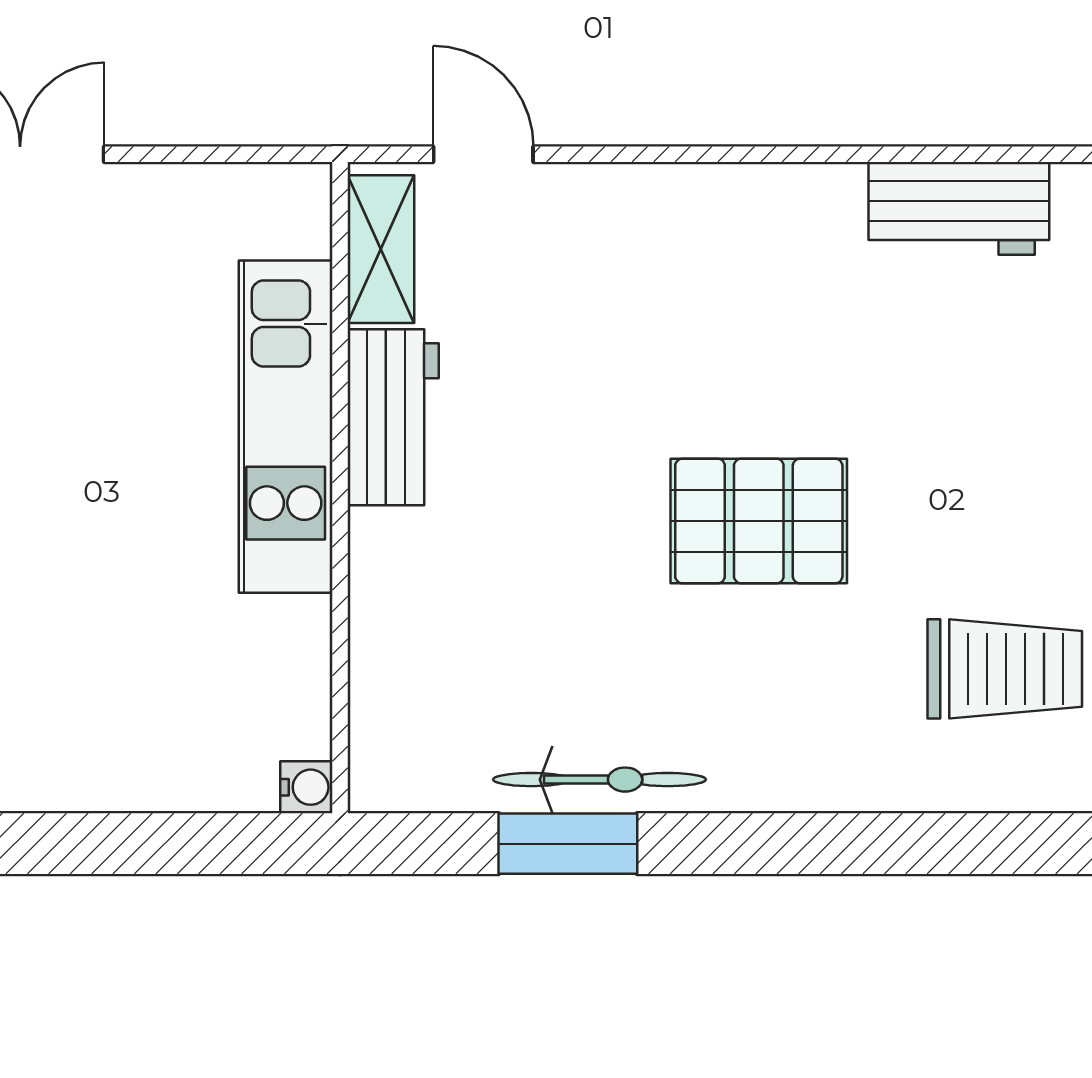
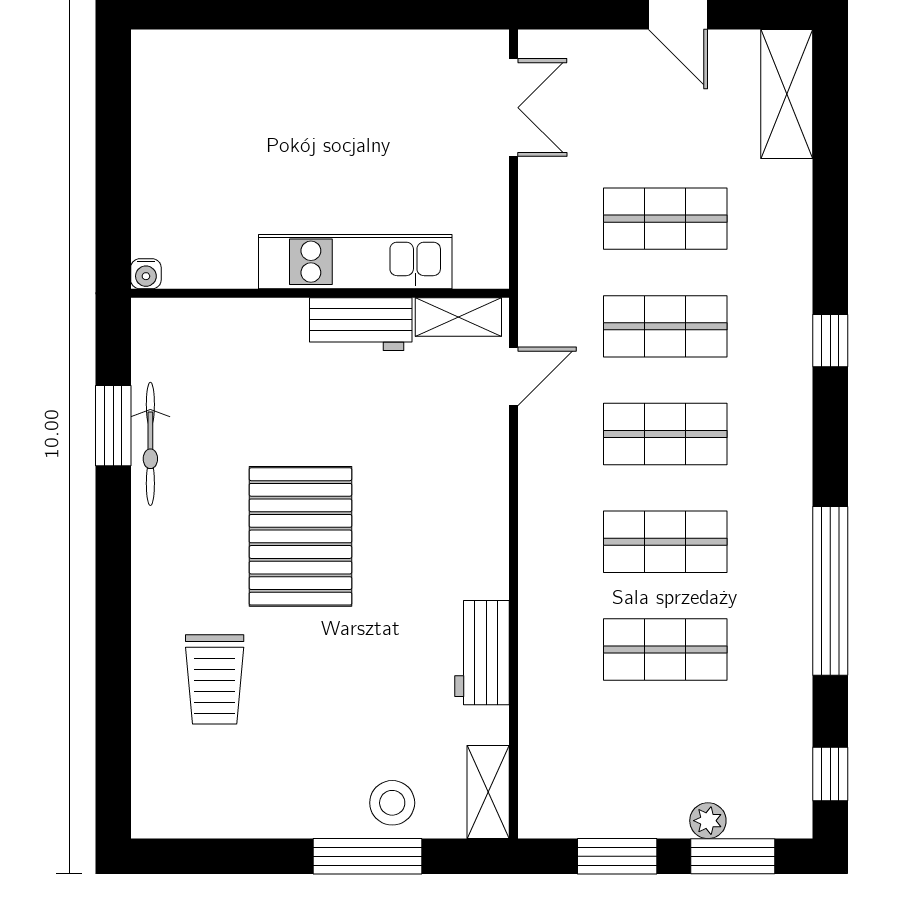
pallet: (759, 521) -> (300, 536), width x1.37, depth x1.41

